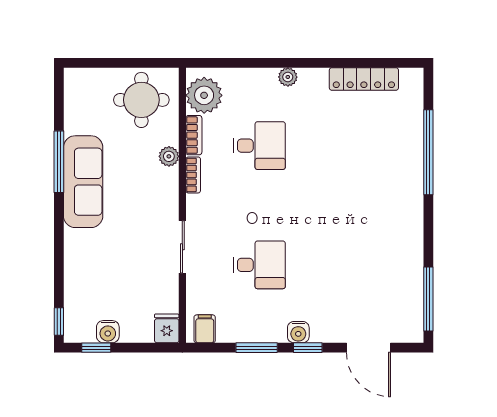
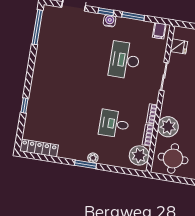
window: (299, 63) -> (86, 164), added
locker: (364, 79) -> (39, 148), moved
window: (428, 152) -> (24, 105), width x0.32
plant: (169, 156) -> (168, 127), width x1.87, depth x1.87
desk: (259, 265) -> (125, 60), width x1.37
fridge: (167, 328) -> (179, 46), moved, turned -90

